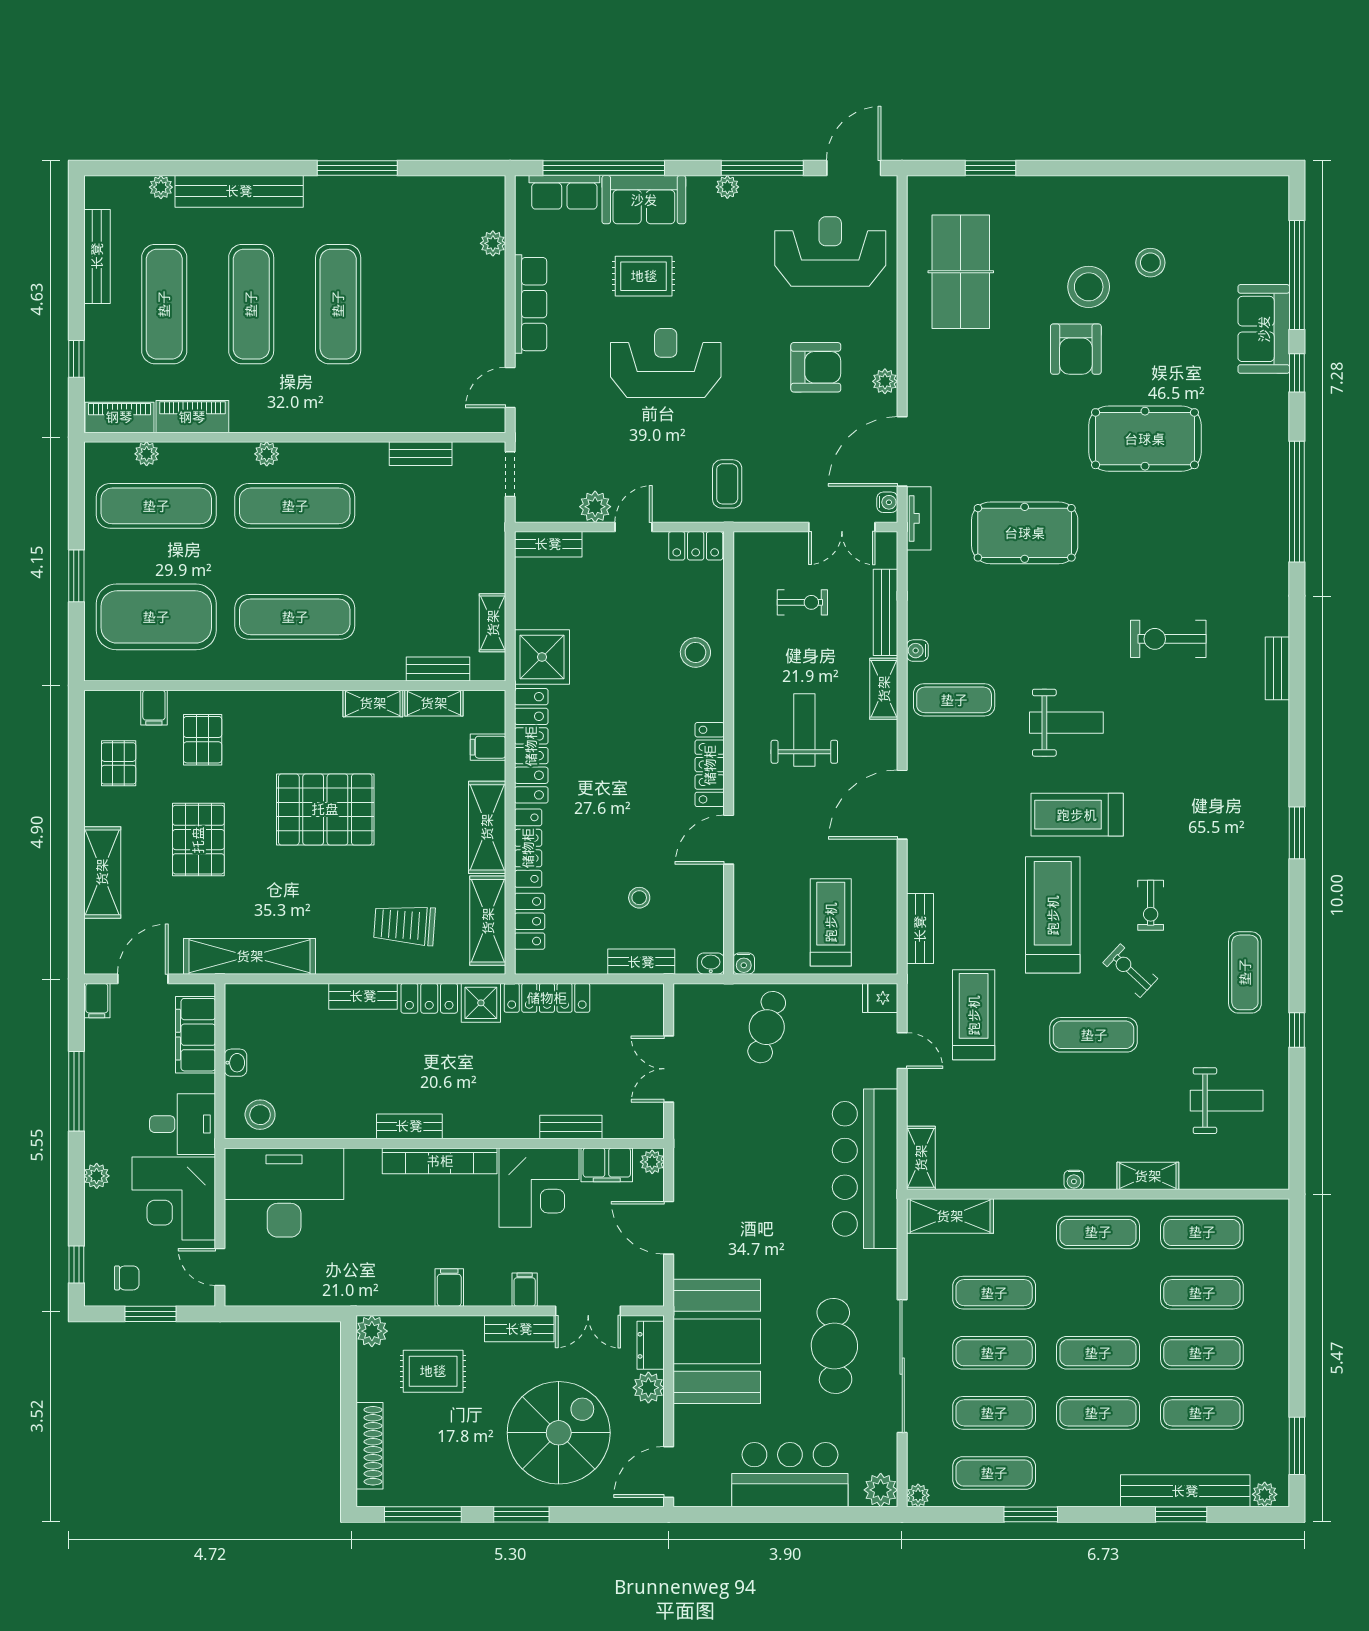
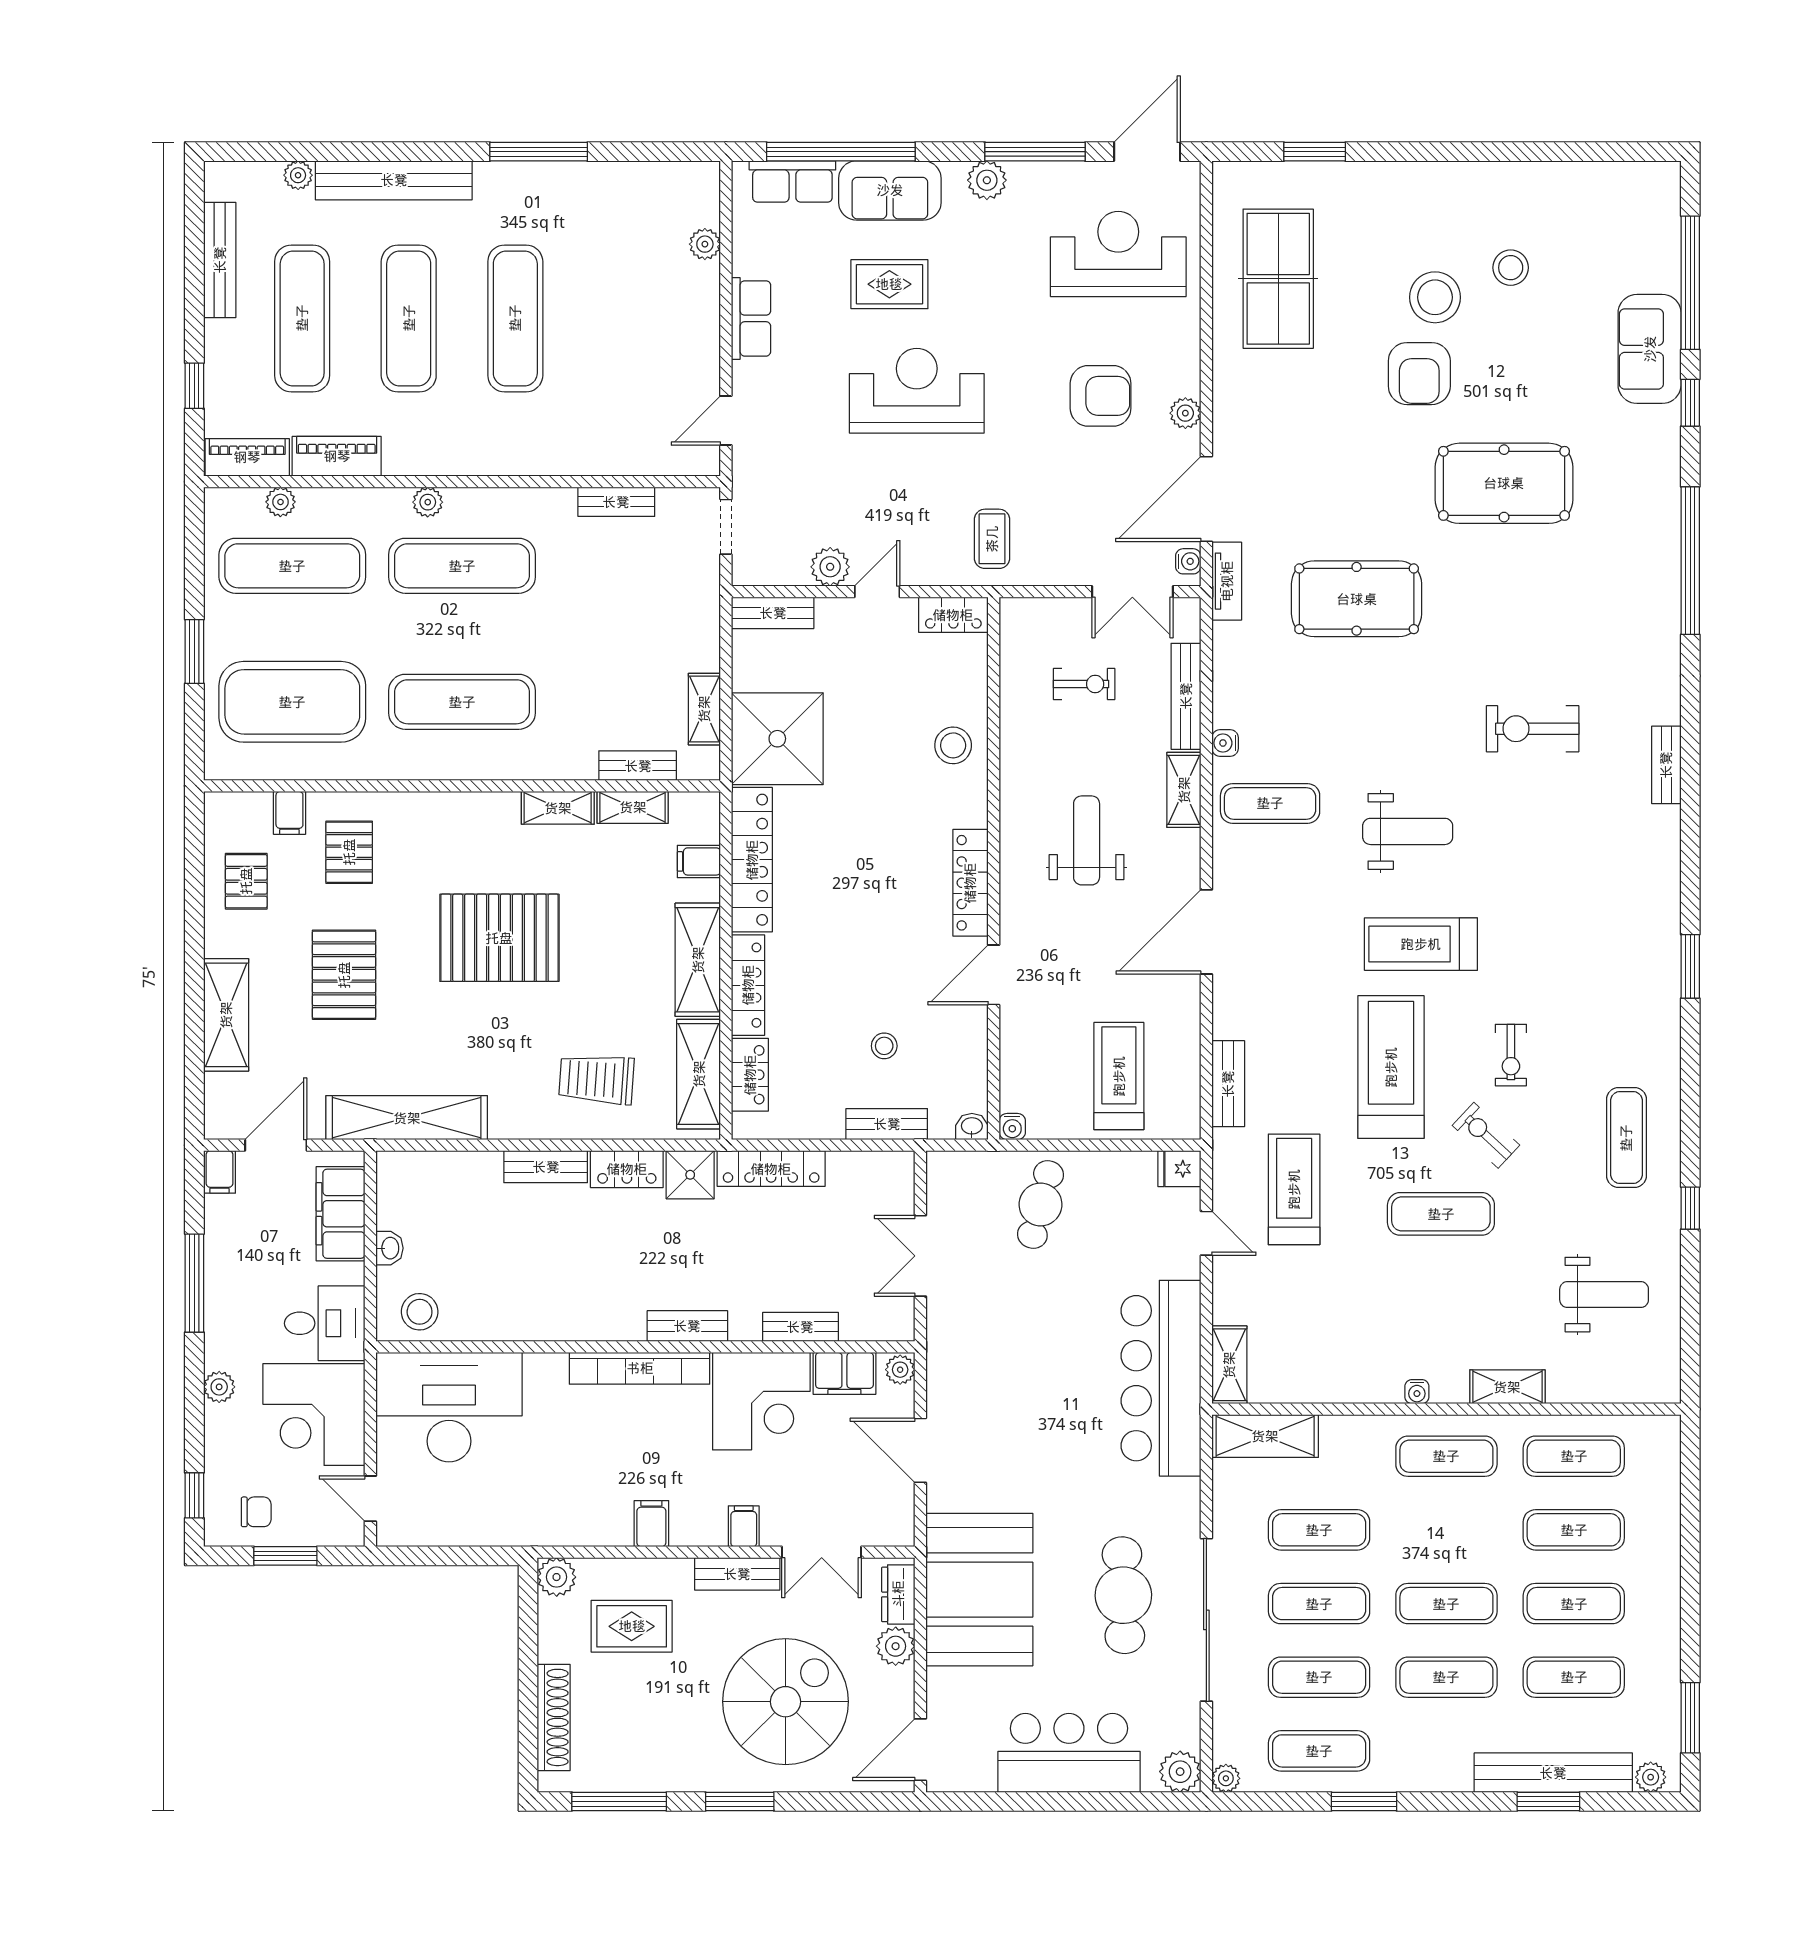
plant: (727, 187) -> (987, 180), width x1.38, depth x1.38
row of seats: (531, 304) -> (751, 318), width x0.68
shower: (542, 657) -> (777, 739), width x1.37, depth x1.37
bench: (409, 1126) -> (687, 1326), moved

